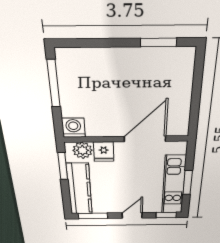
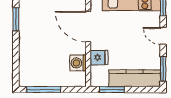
washing machine: (73, 128) -> (78, 63), moved
plant: (82, 150) -> (98, 73), removed

